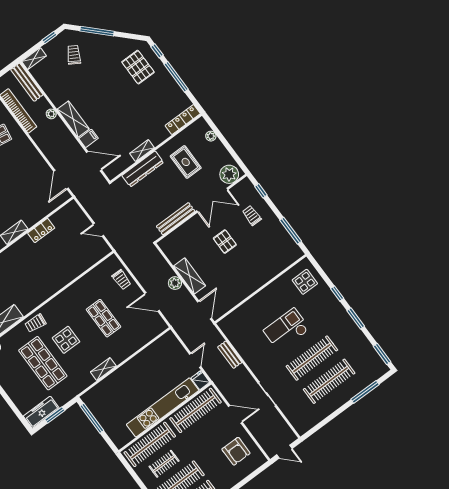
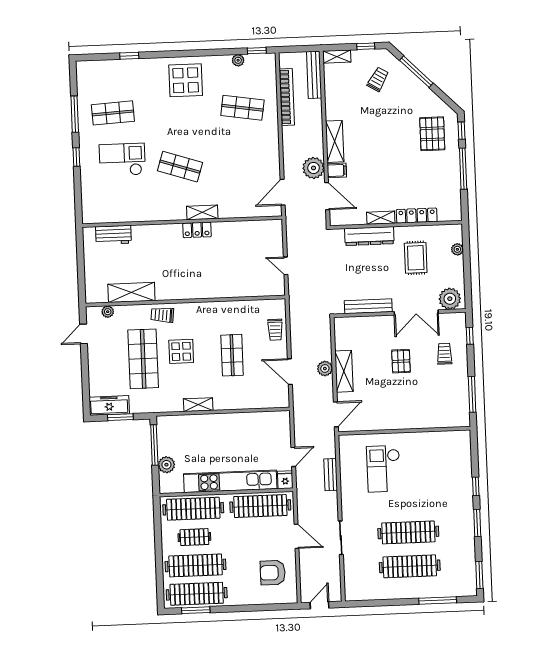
plant: (51, 114) -> (314, 168), moved, width x1.87, depth x1.87
locker: (183, 120) -> (417, 216), moved
locker: (41, 231) -> (197, 230), moved
display table: (305, 282) -> (452, 453), removed
checkout: (287, 330) -> (384, 469), moved, turned -90
plant: (110, 426) -> (166, 465), added
armchair: (236, 451) -> (273, 573), turned 90
door: (284, 452) -> (320, 605), swing flipped

